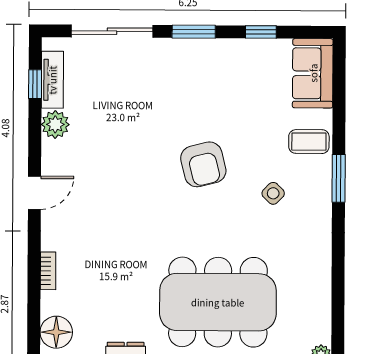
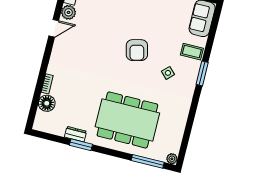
door: (34, 193) -> (54, 28), moved
floor lamp: (56, 332) -> (47, 103), moved

